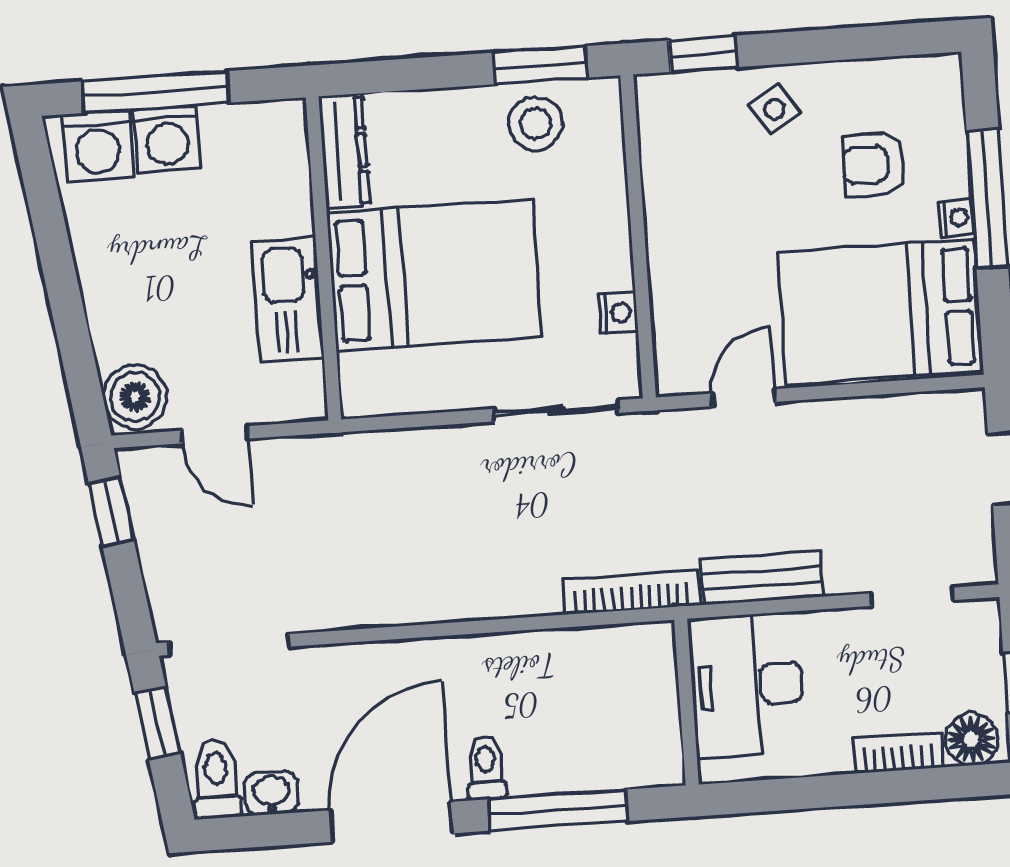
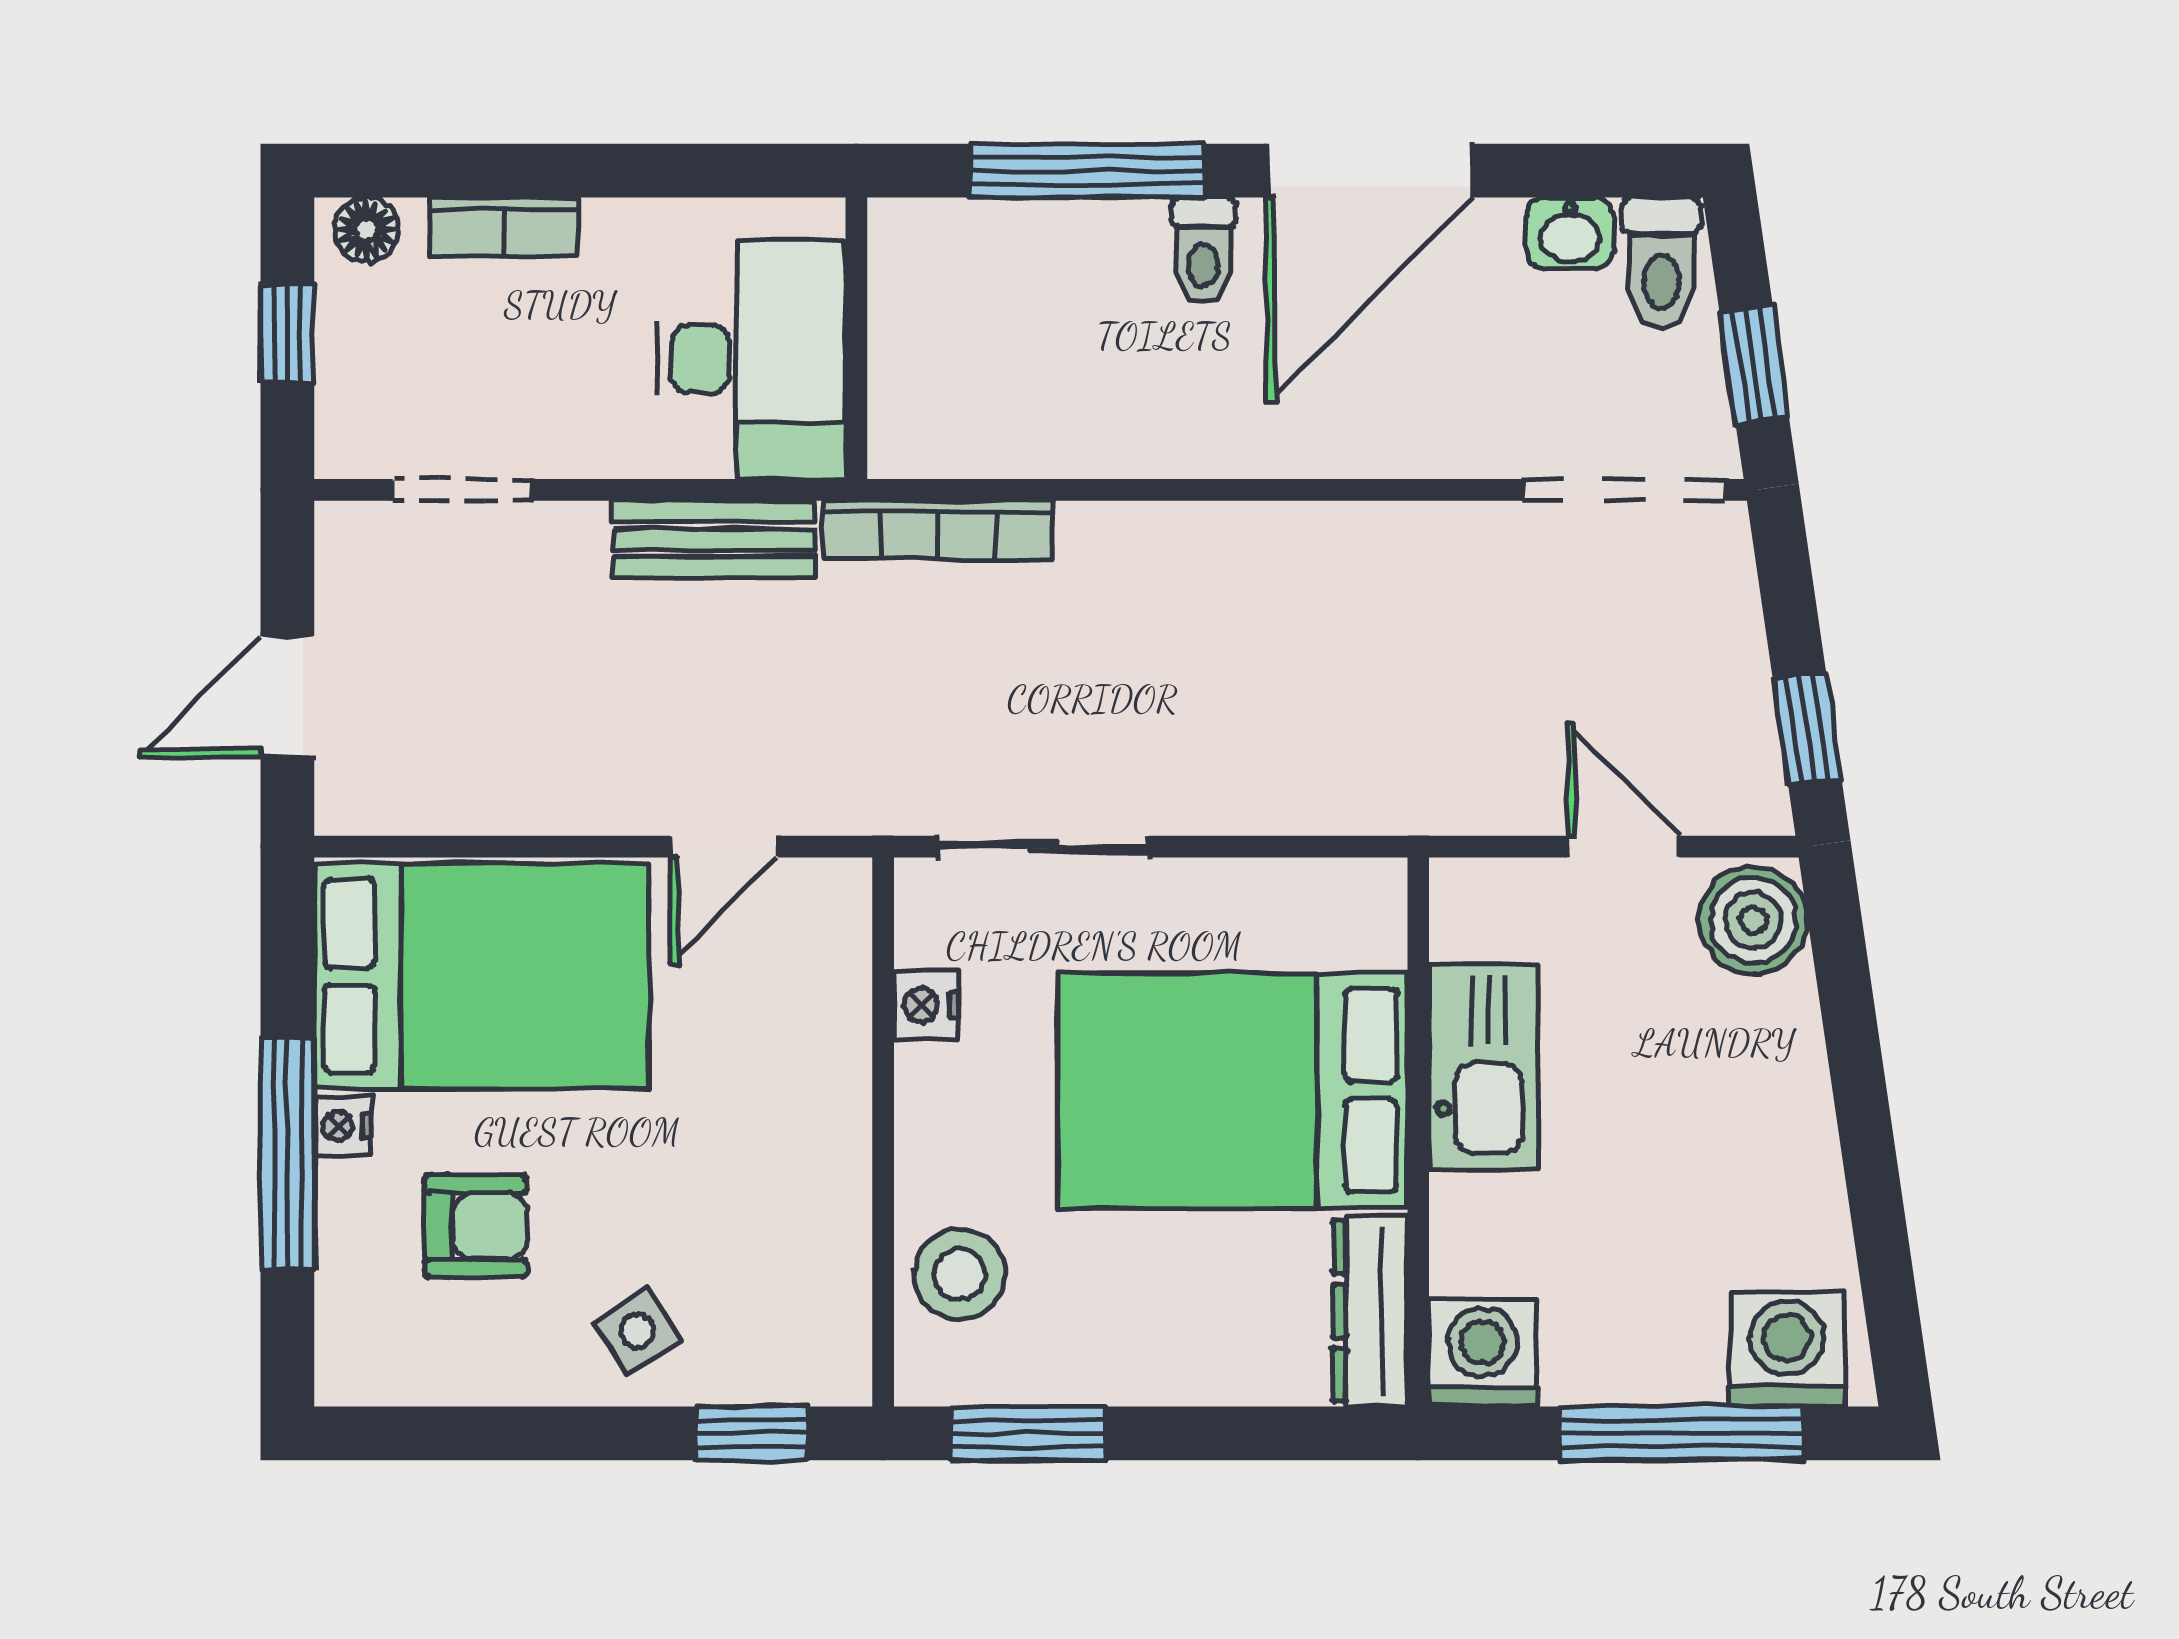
stool: (536, 123) -> (960, 1274), moved
washing machine: (167, 139) -> (1483, 1353), moved
floor lamp: (972, 739) -> (366, 230), width x0.73, depth x0.73

